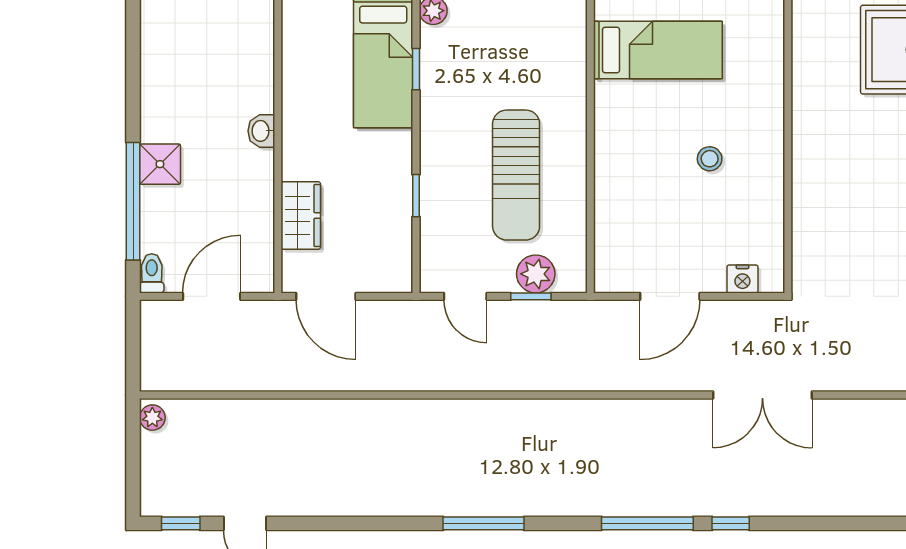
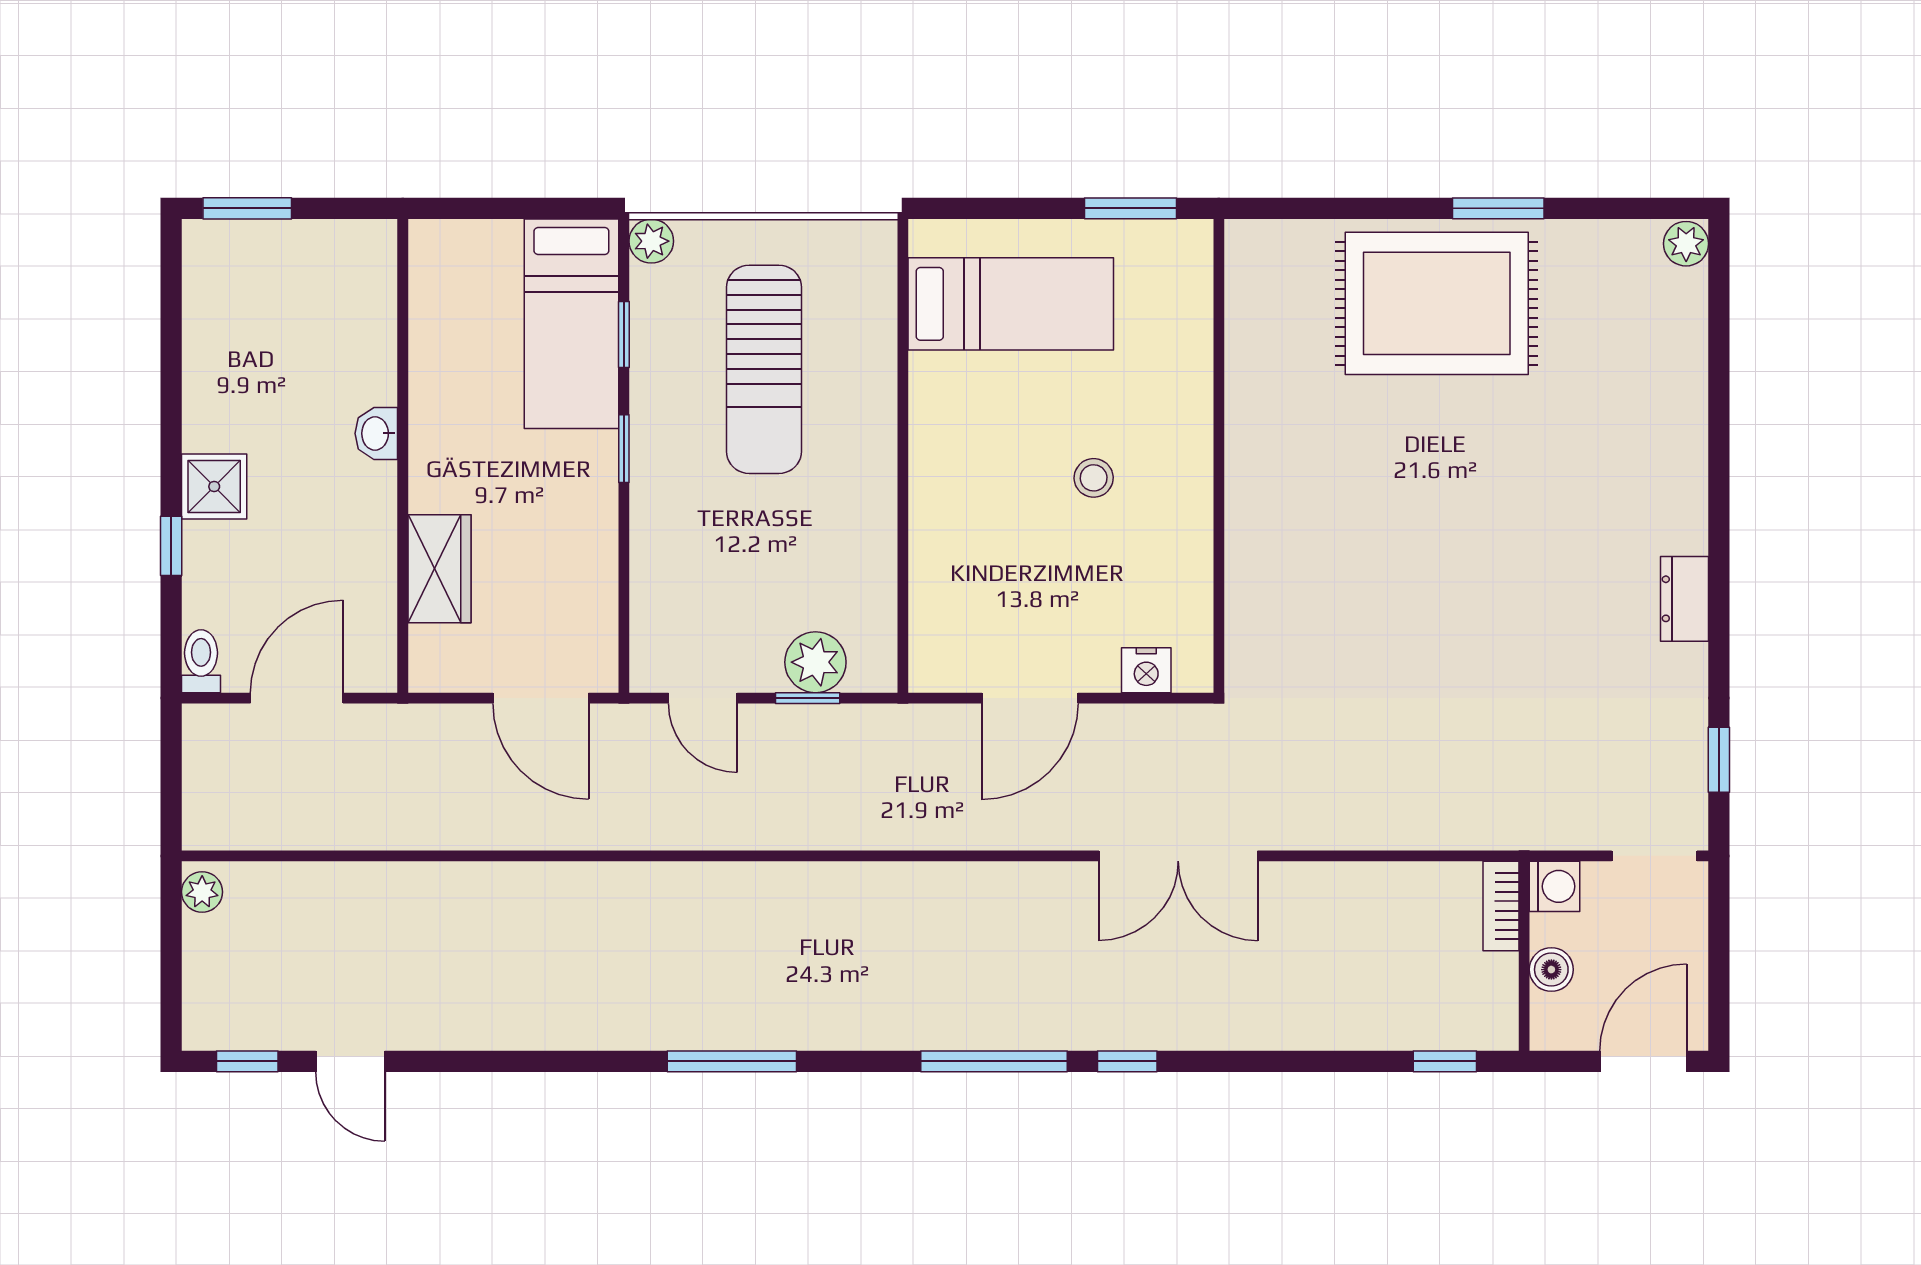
sun lounger: (516, 175) -> (764, 369), moved
window: (416, 196) -> (624, 449), moved
window: (133, 201) -> (171, 546), width x0.32
door: (326, 296) -> (541, 698), moved

